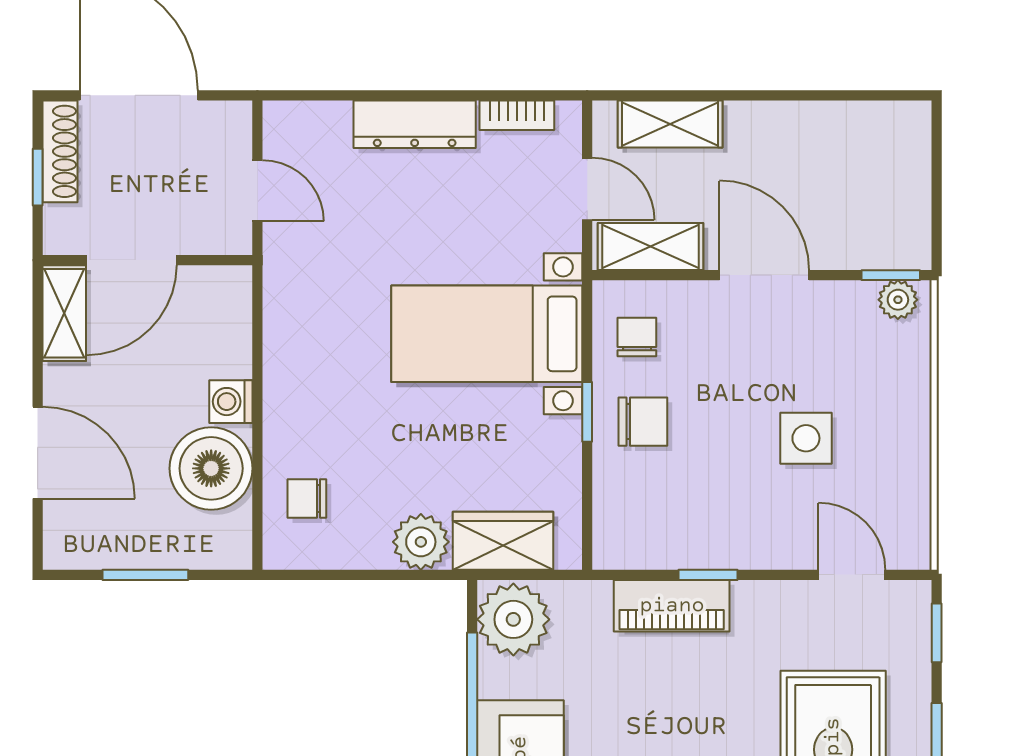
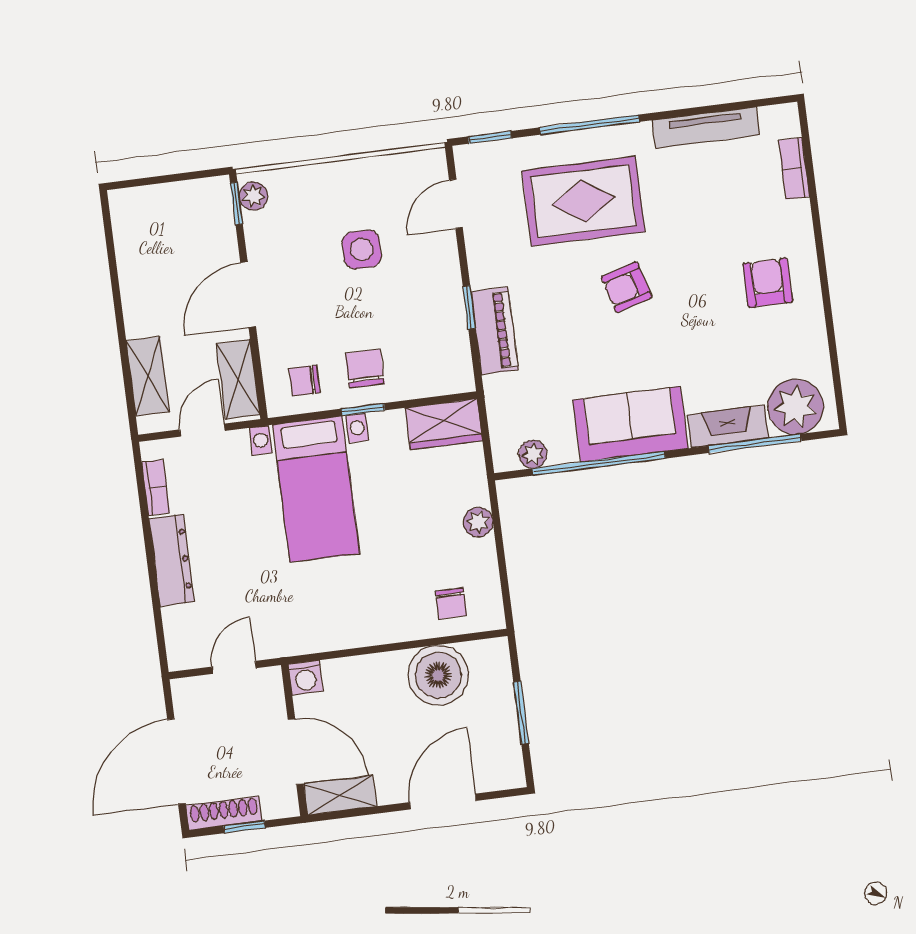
washing machine: (231, 402) -> (306, 678), moved
wardrobe: (503, 541) -> (444, 424), moved, turned -90
plant: (421, 542) -> (478, 522), width x0.73, depth x0.73
plant: (513, 619) -> (533, 454), width x0.53, depth x0.53

